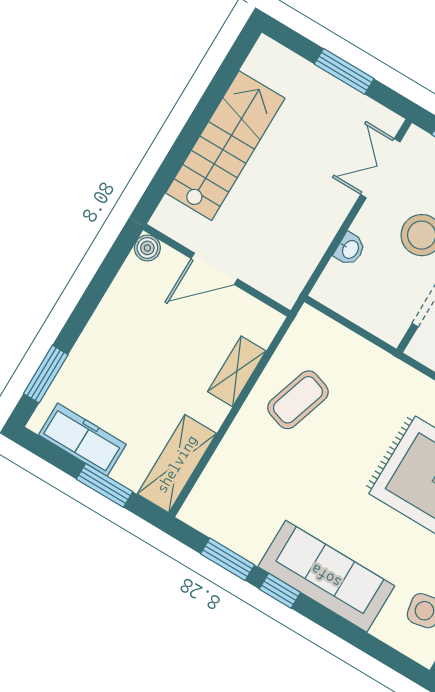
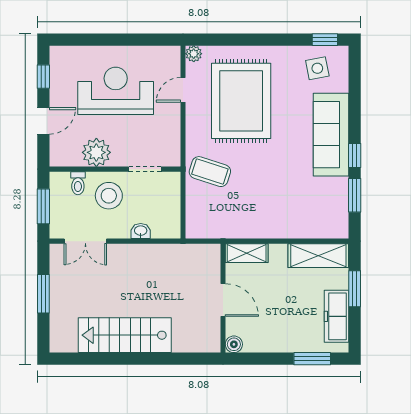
boiler: (147, 248) -> (234, 344), moved
door: (214, 269) -> (223, 300), moved
wall: (217, 270) -> (223, 298), moved
coffee table: (298, 400) -> (210, 172), moved

